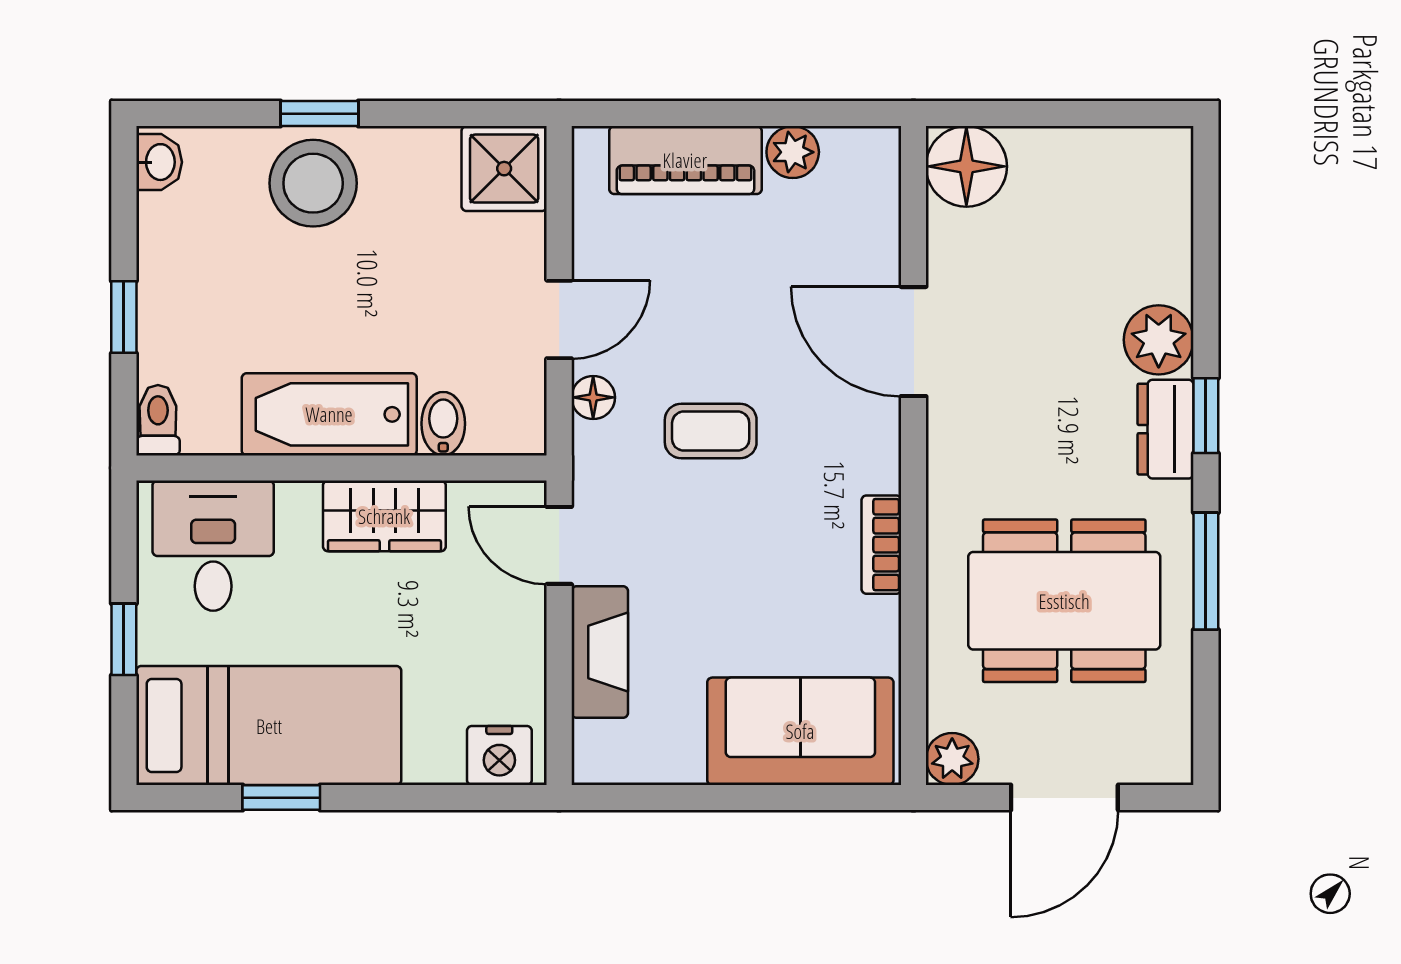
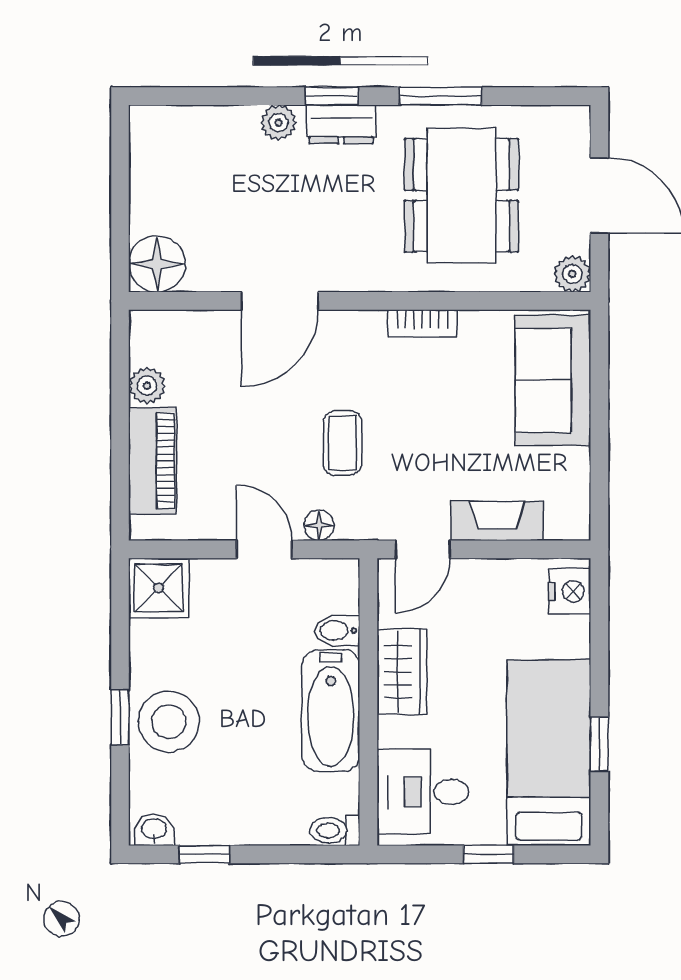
window: (124, 317) -> (205, 854), moved
plant: (1159, 340) -> (279, 123), width x0.73, depth x0.73

